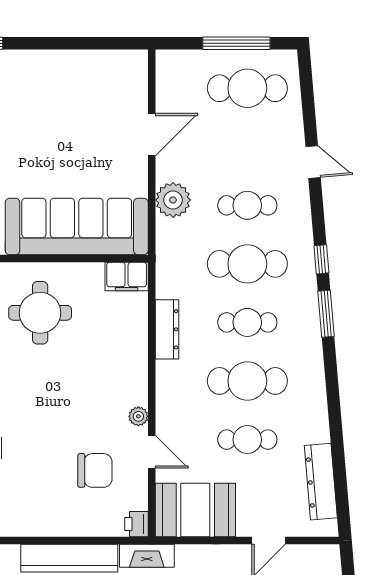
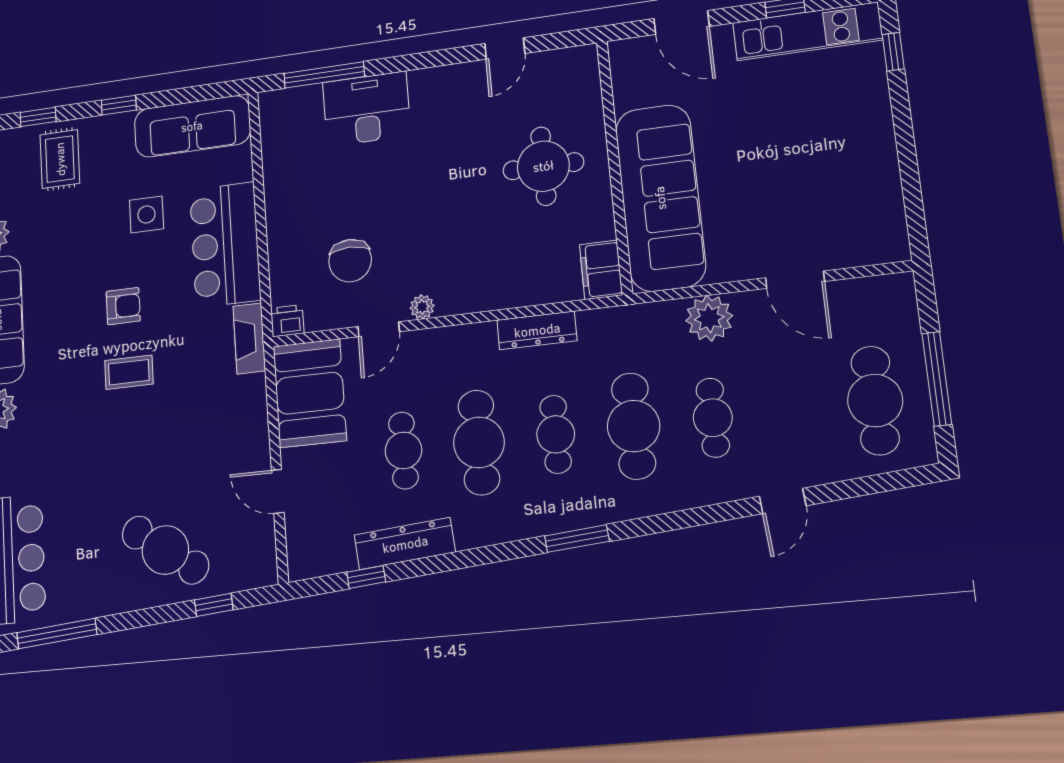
window: (321, 259) -> (366, 577), moved
dresser: (321, 482) -> (405, 544), moved

